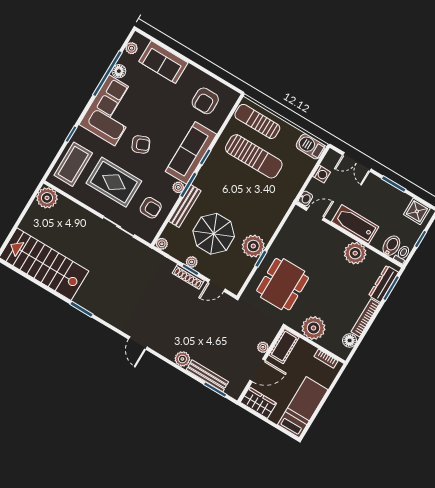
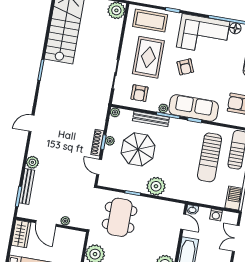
plant: (253, 246) -> (156, 186), moved
dining table: (283, 284) -> (120, 217), turned 90
cot: (284, 346) -> (72, 237), removed

